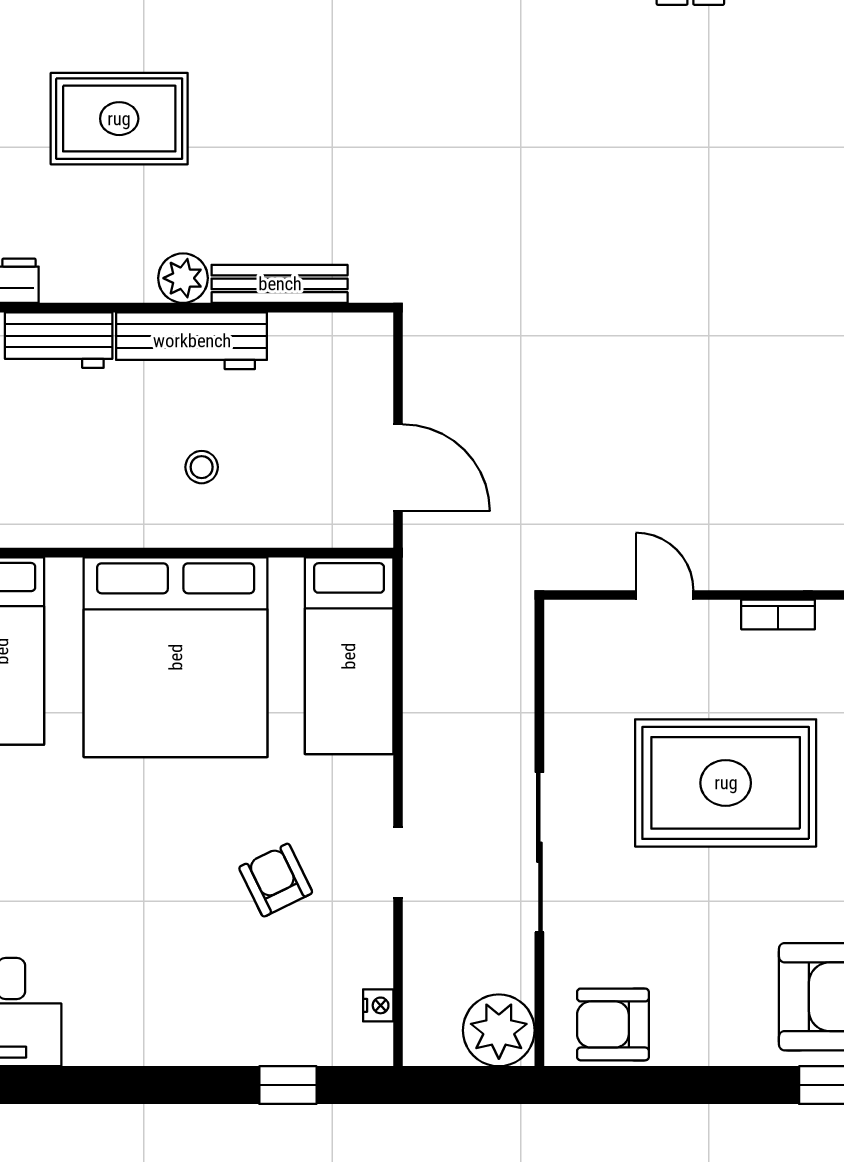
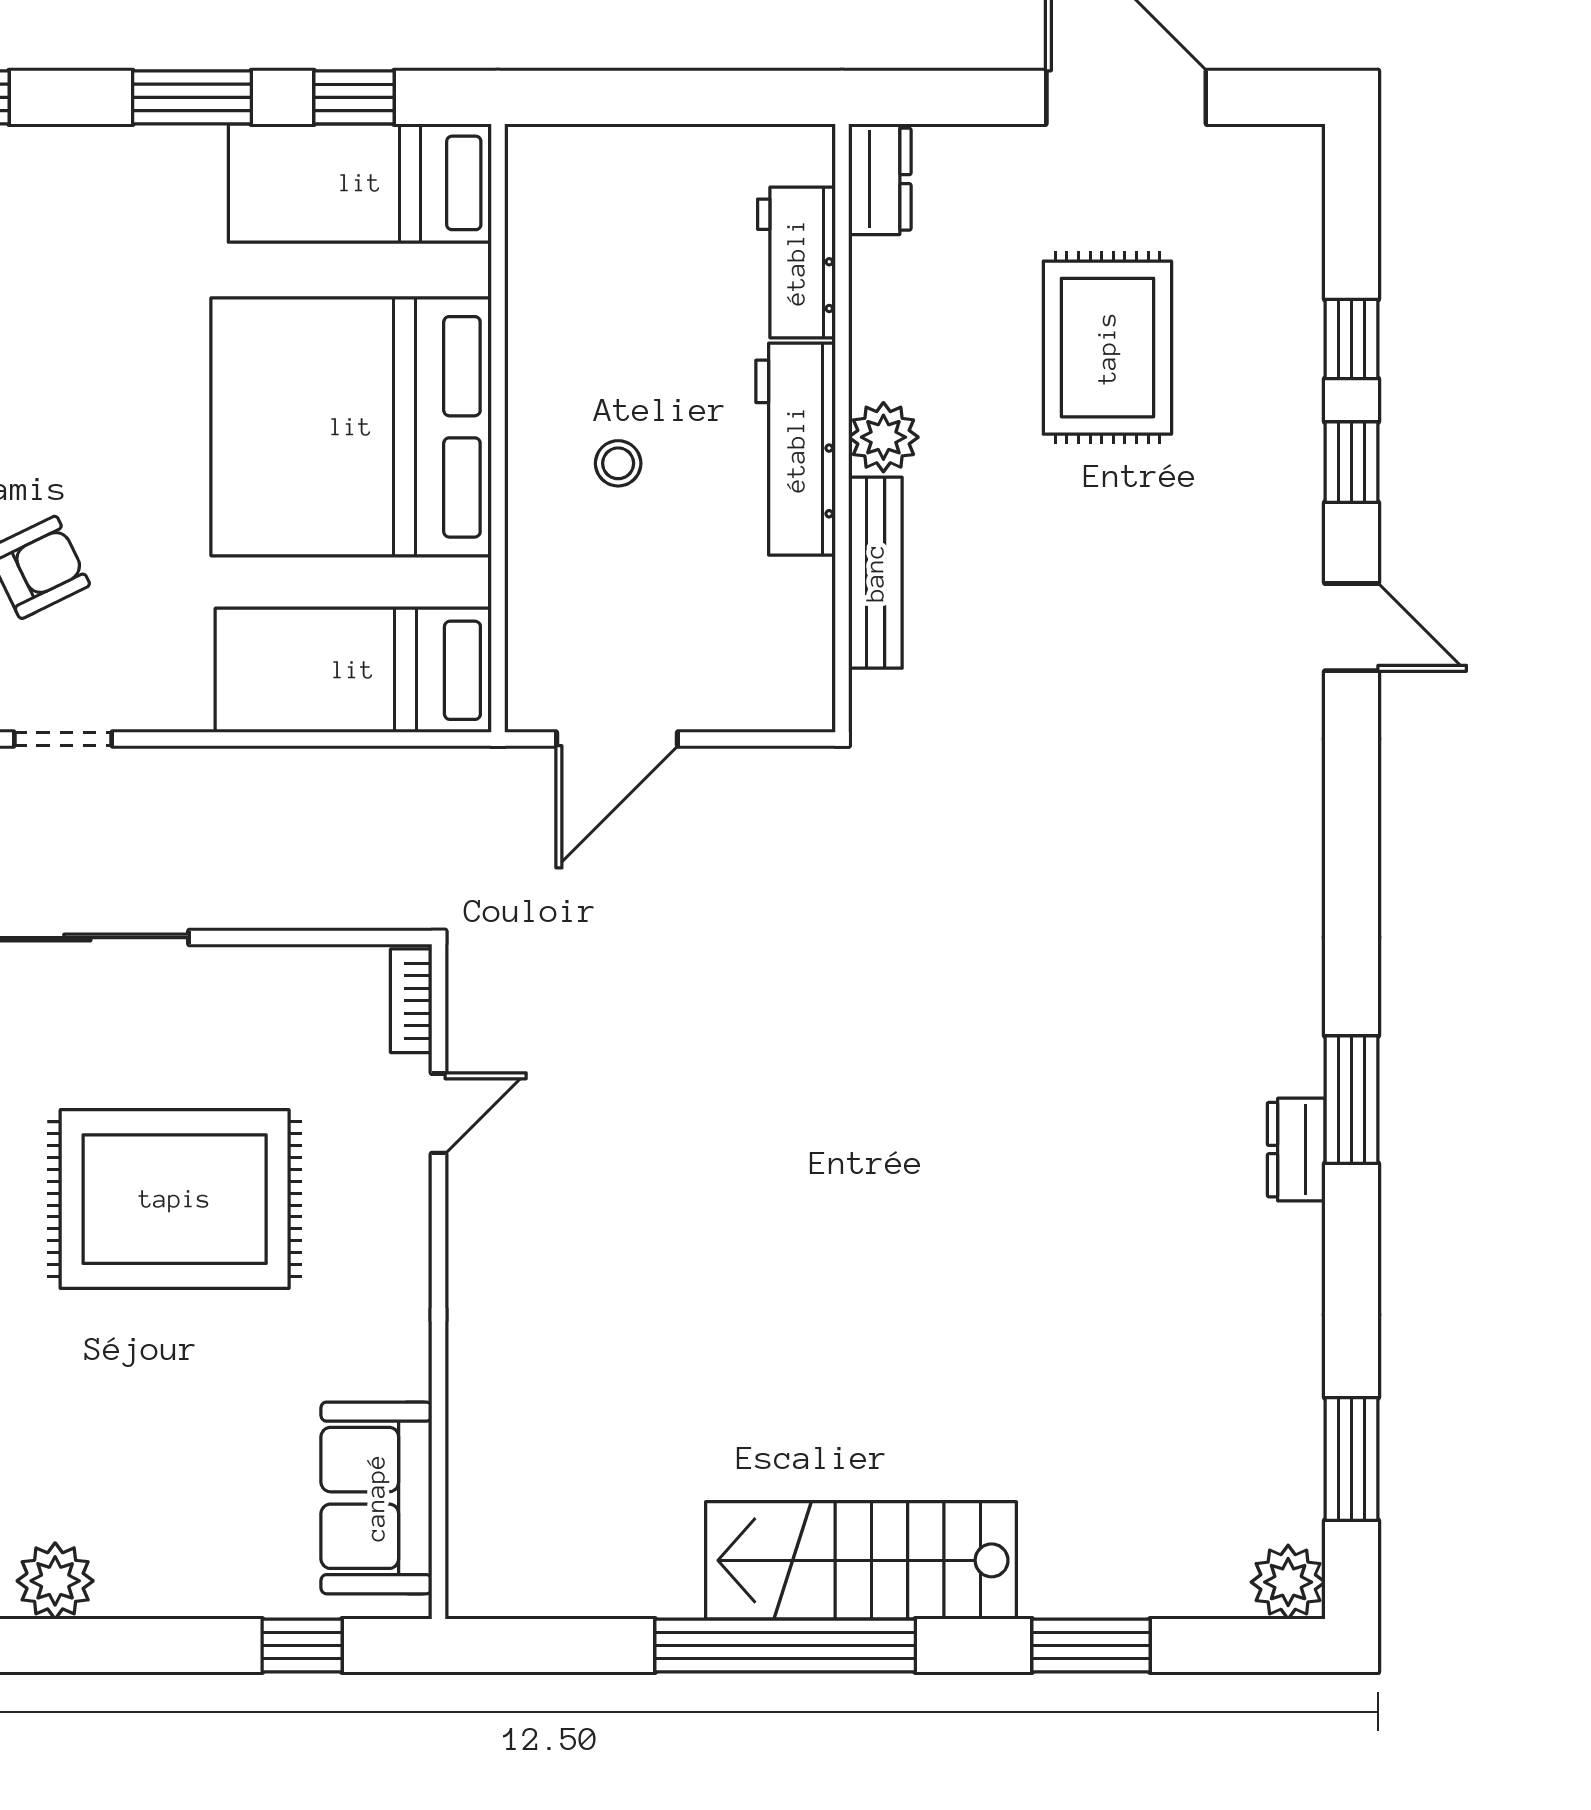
bookcase: (778, 615) -> (411, 1001), moved
rug: (726, 783) -> (175, 1199), turned 90

